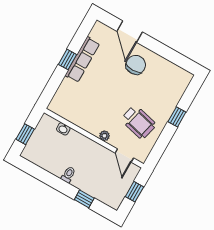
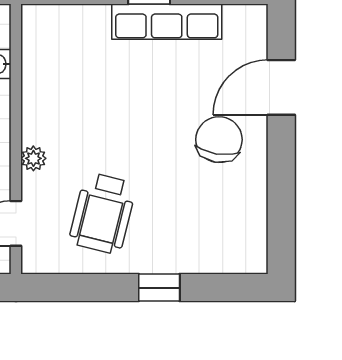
chair: (136, 65) -> (219, 140), turned -81

